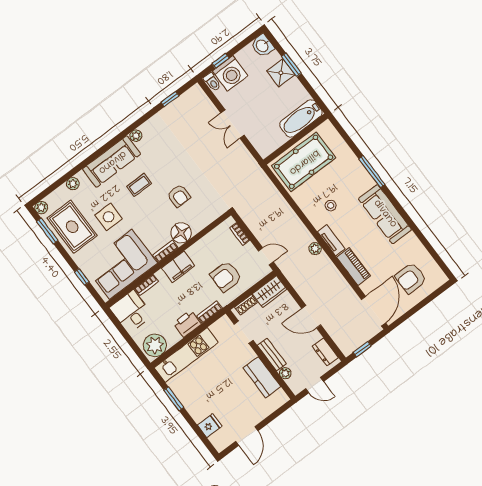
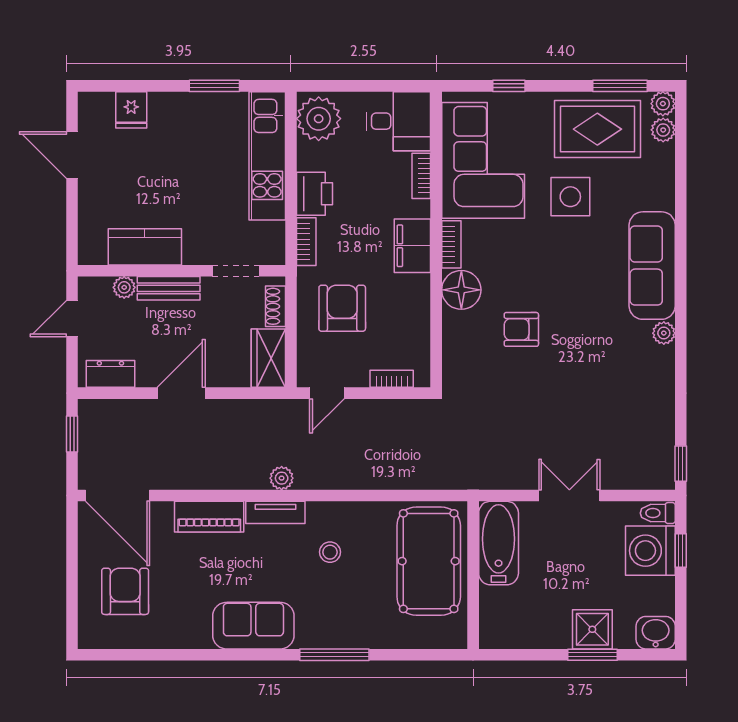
window: (170, 99) -> (681, 464), moved
bathtub: (301, 119) -> (499, 543), moved
plant: (73, 184) -> (663, 130), moved
coffee table: (139, 185) -> (584, 281), removed
sofa: (385, 214) -> (253, 626), width x0.73

